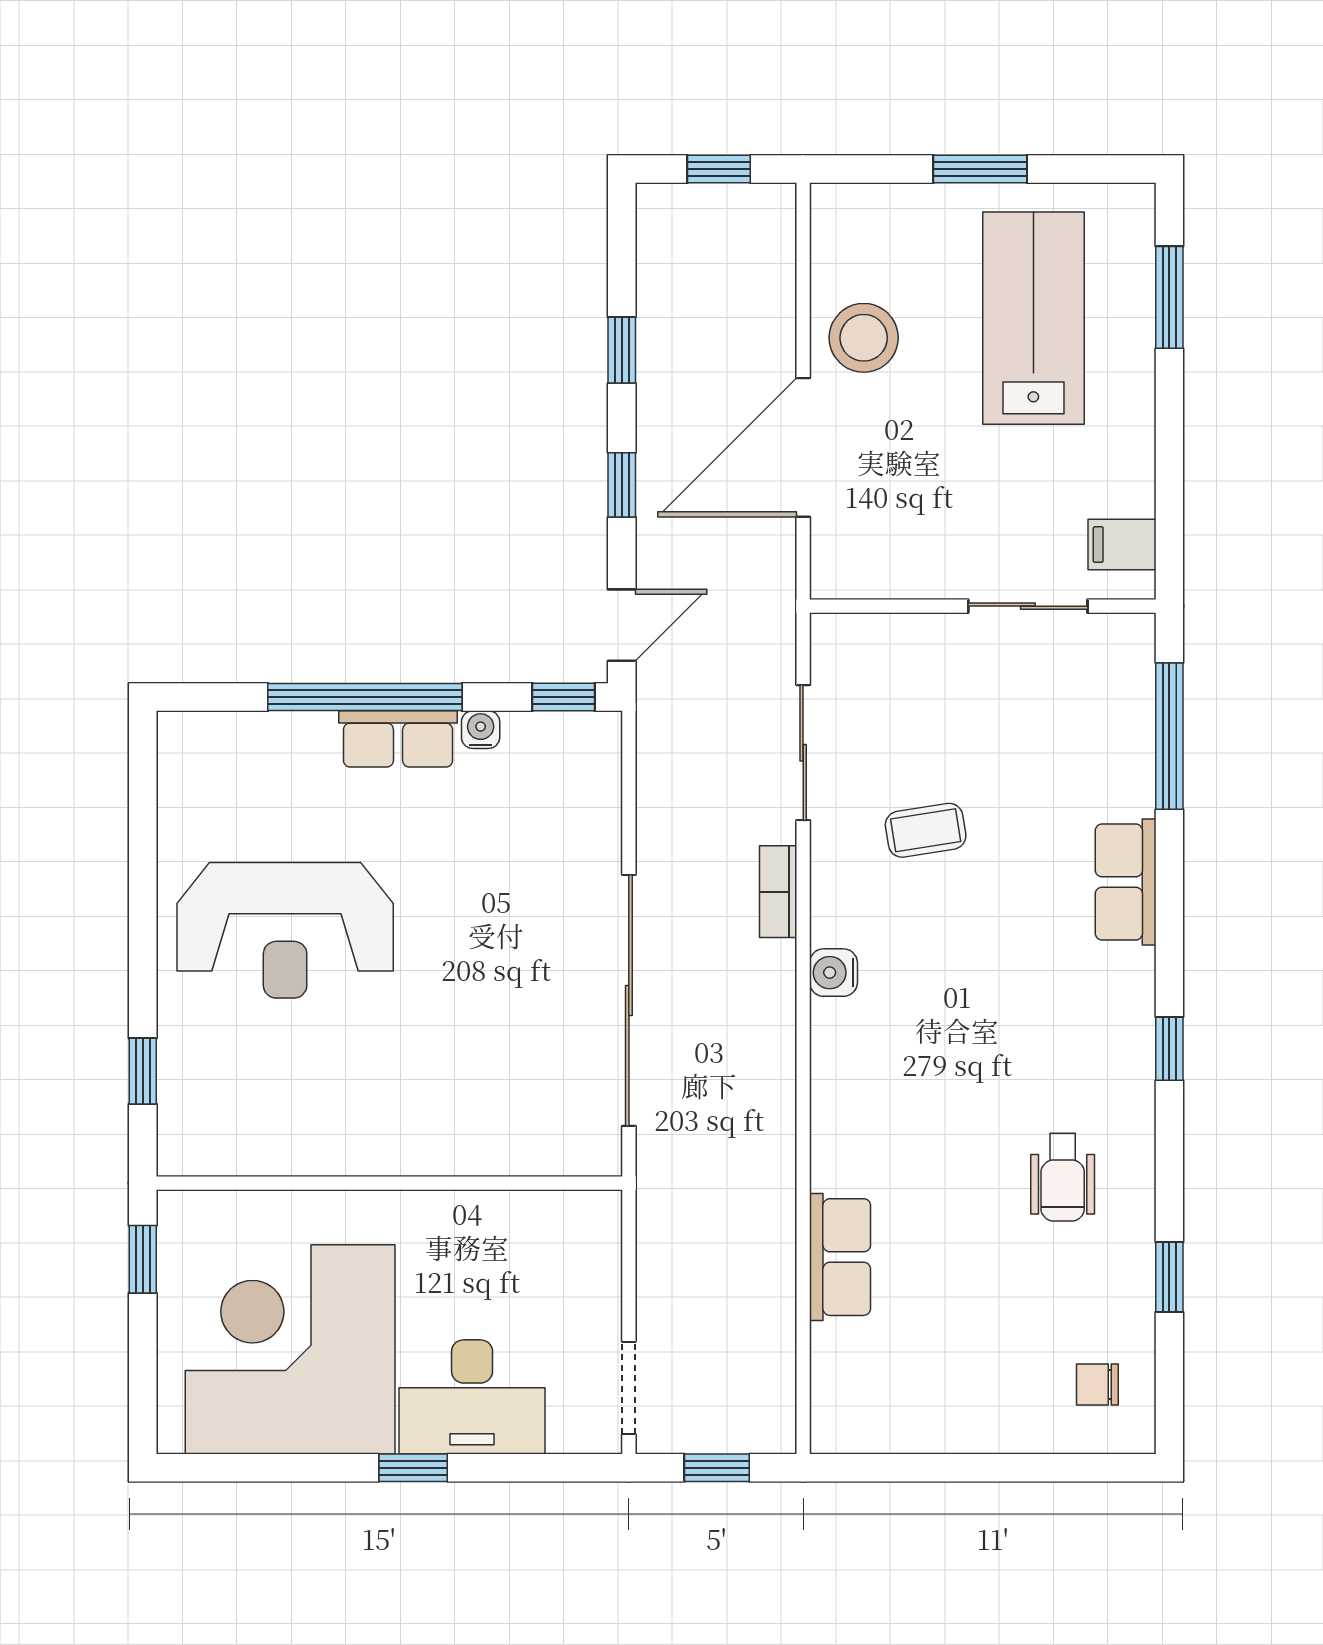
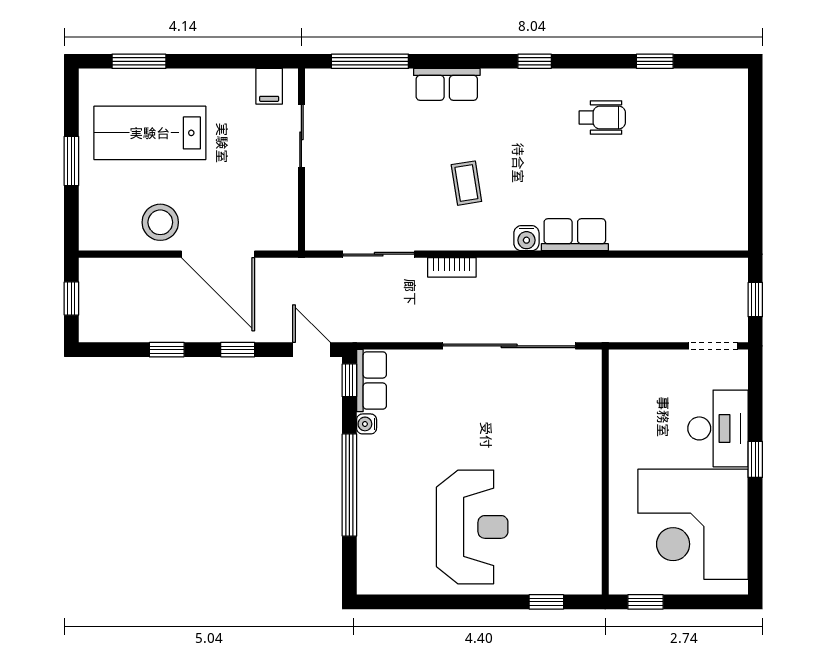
row of seats: (398, 739) -> (371, 380), moved
coffee table: (926, 830) -> (466, 183), moved
water cooler: (833, 973) -> (526, 238), moved
row of seats: (840, 1257) -> (575, 235), moved
chair: (1097, 1385) -> (711, 99), removed

